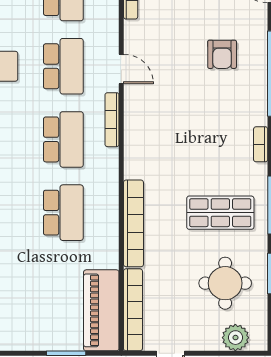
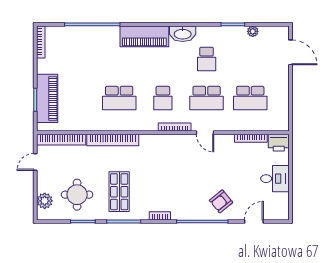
armchair: (222, 54) -> (221, 201), moved, turned -39
door: (121, 69) -> (205, 133), hinge flipped
school desk: (63, 139) -> (163, 98), width x0.54
piano: (101, 310) -> (47, 98), moved, turned 90

